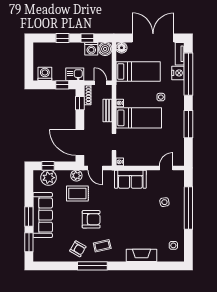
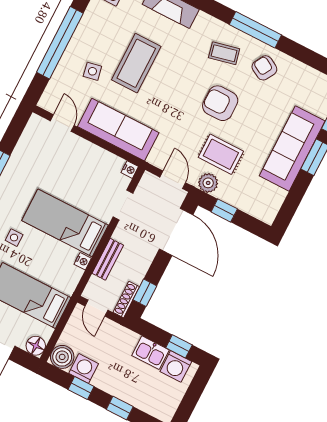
kitchen sink: (75, 74) -> (151, 353), moved
window: (62, 85) -> (179, 346), moved
window: (48, 166) -> (224, 210), moved
door: (166, 168) -> (62, 123), swing flipped
plant: (49, 178) -> (253, 202), removed
sofa: (130, 179) -> (118, 130), width x1.36
coffee table: (144, 218) -> (136, 63), added

